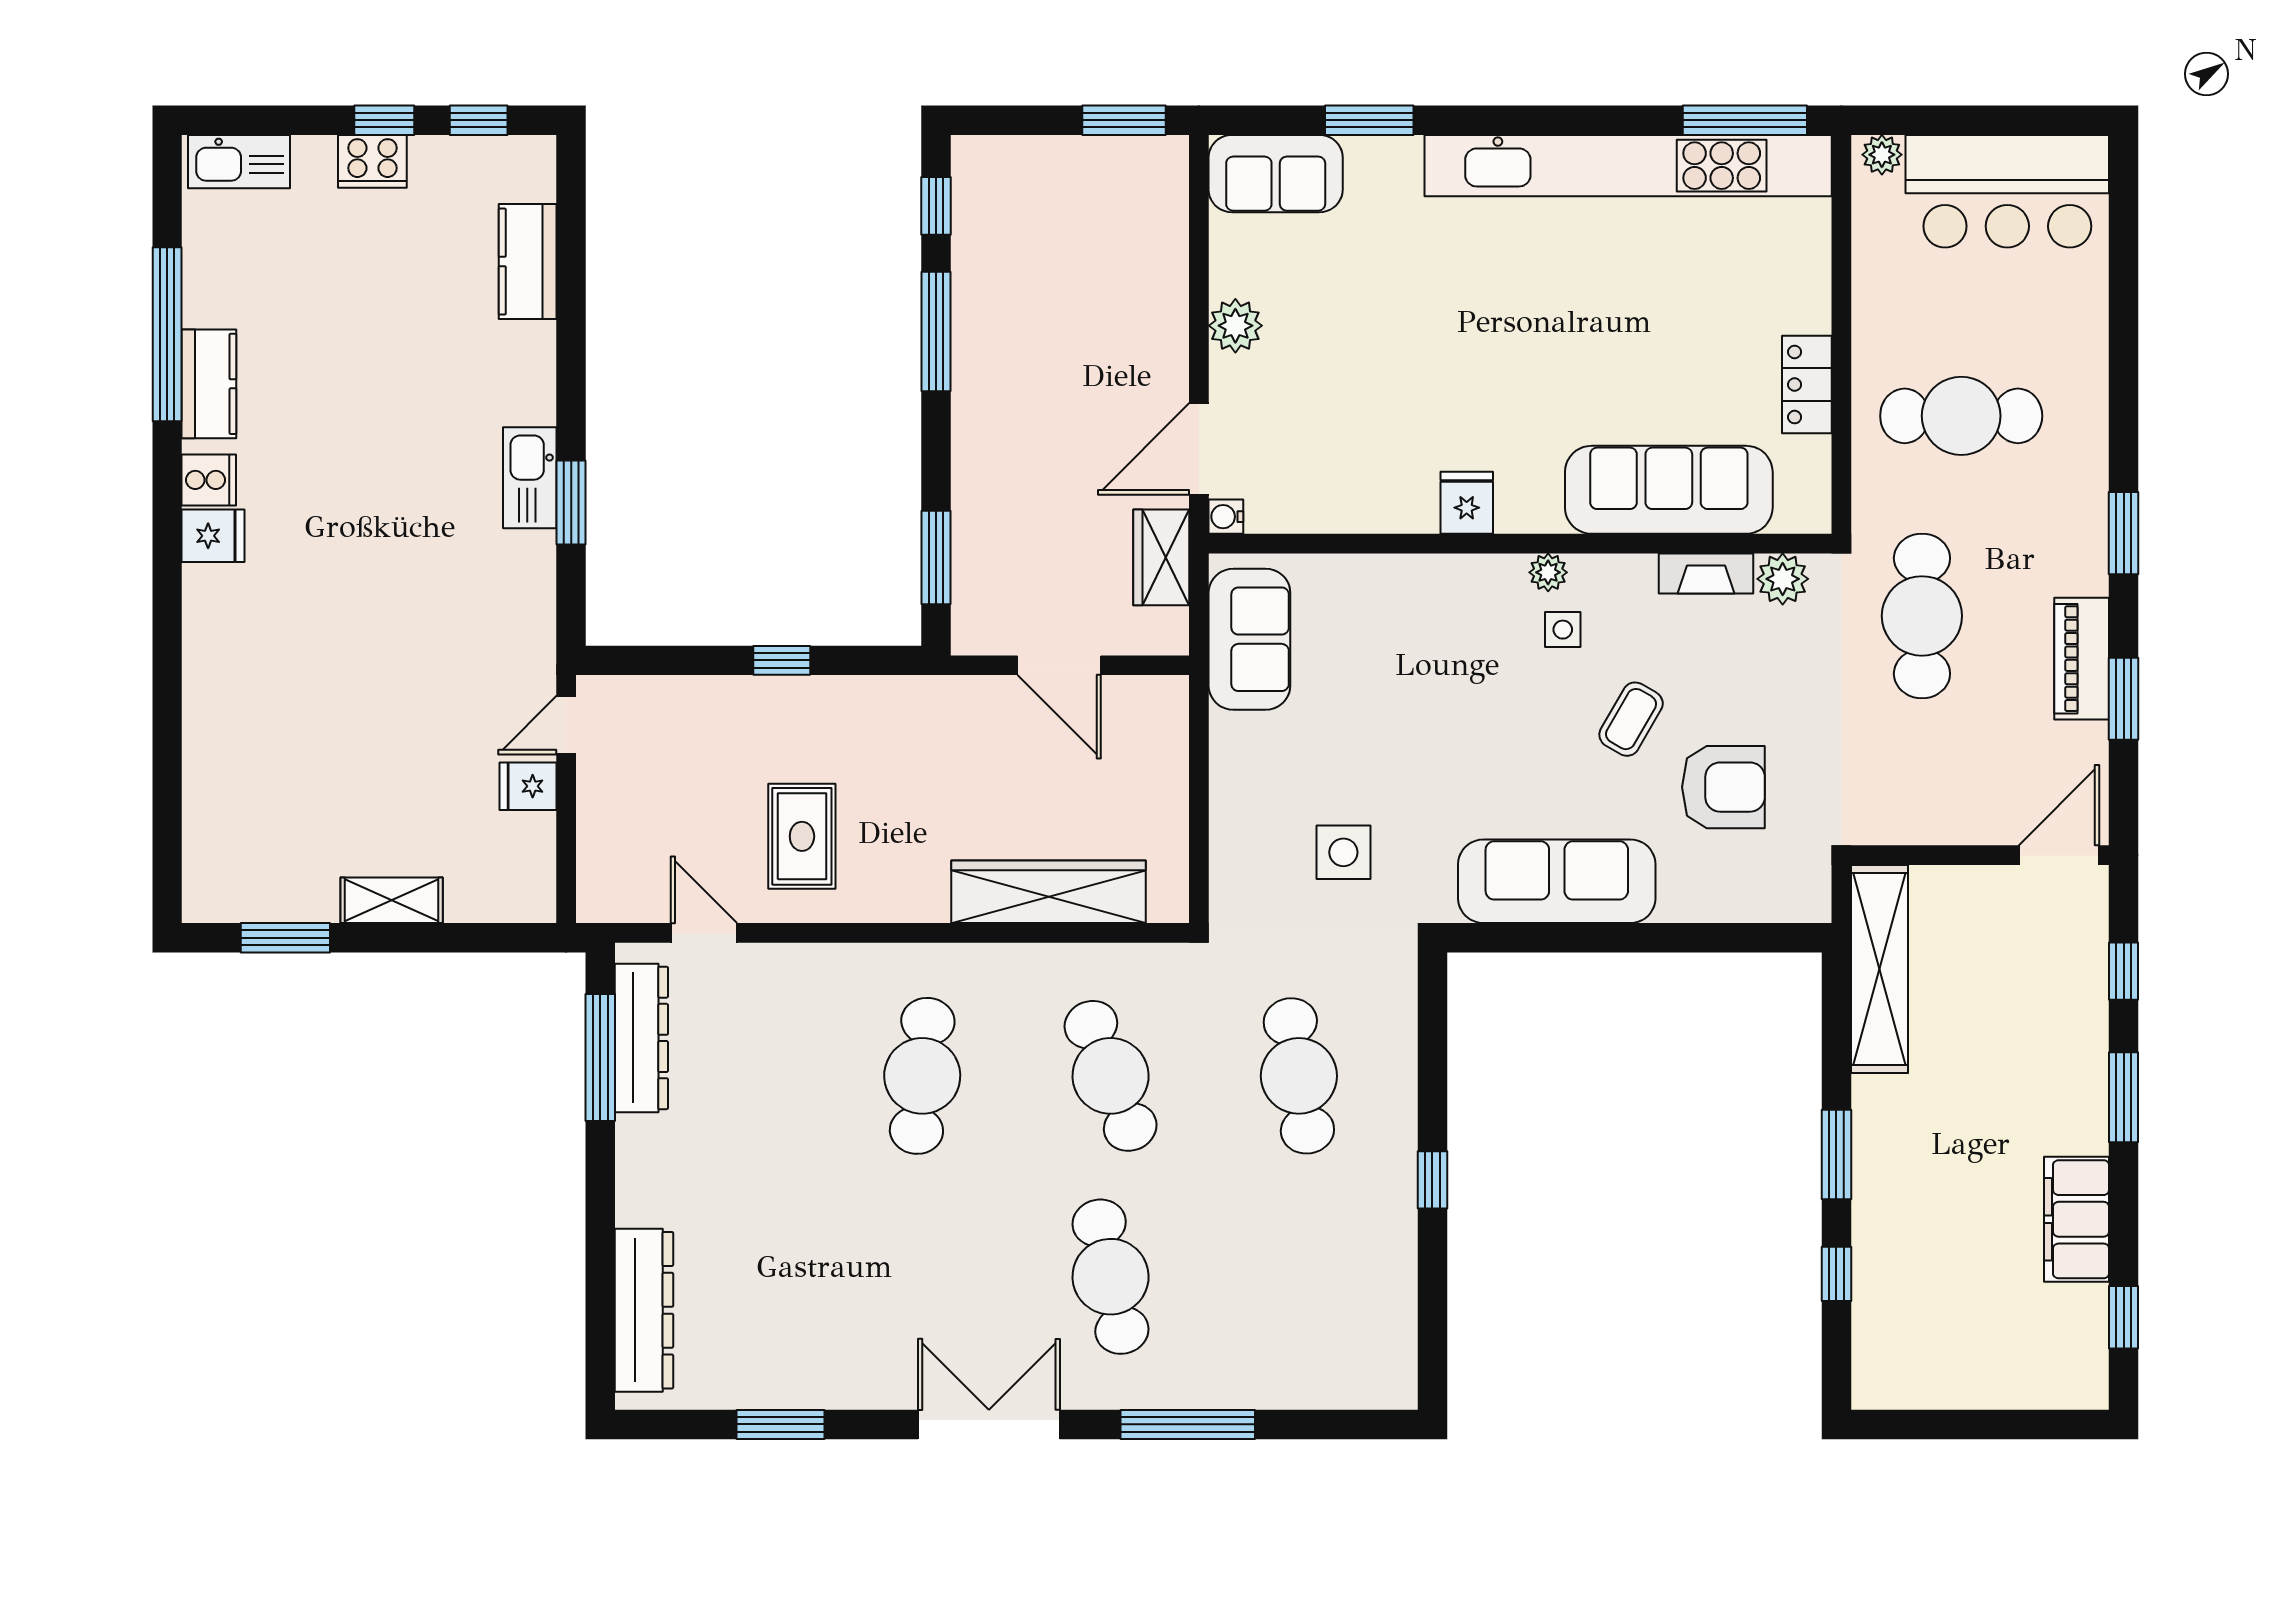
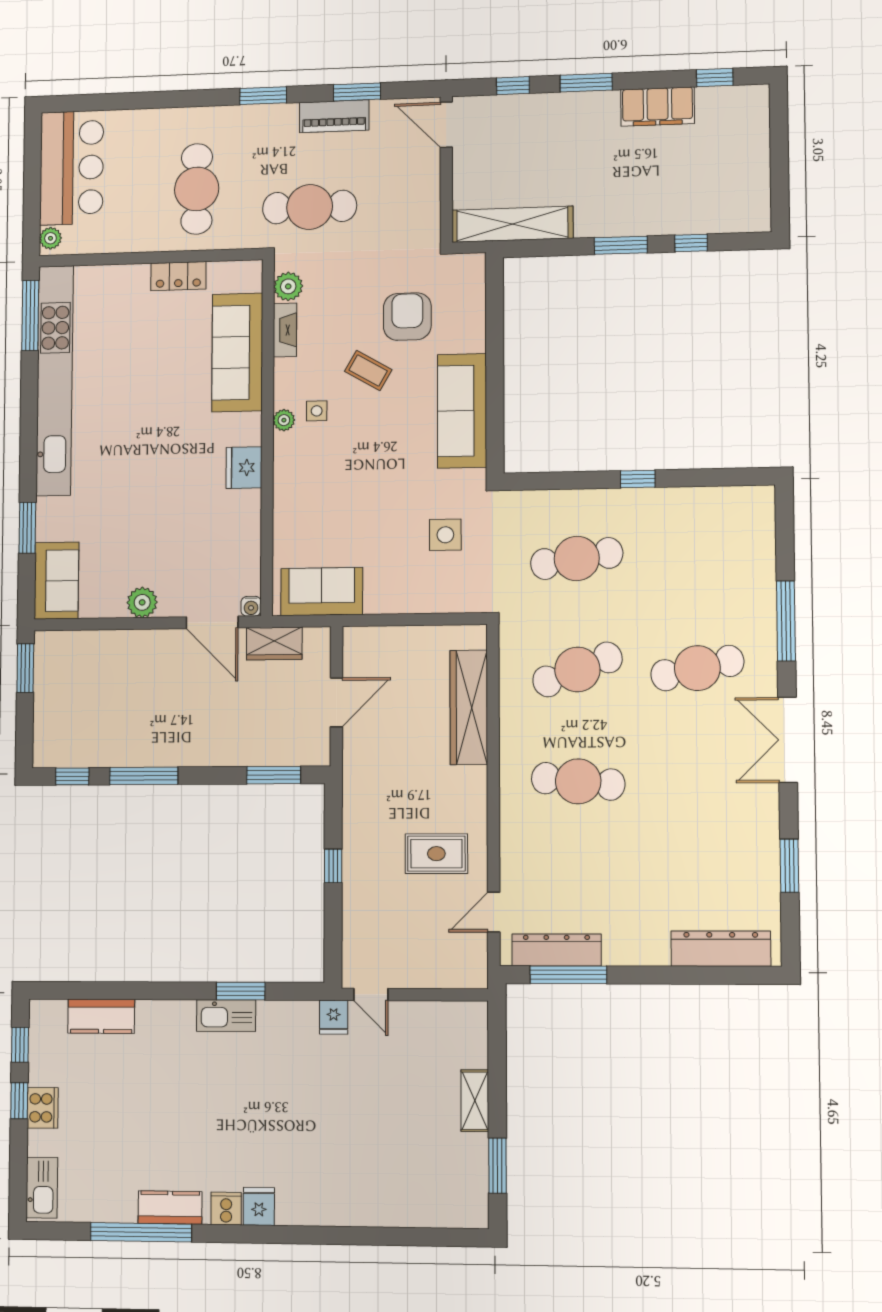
fridge: (1467, 503) -> (244, 468), width x1.38
fridge: (528, 786) -> (334, 1017), moved

